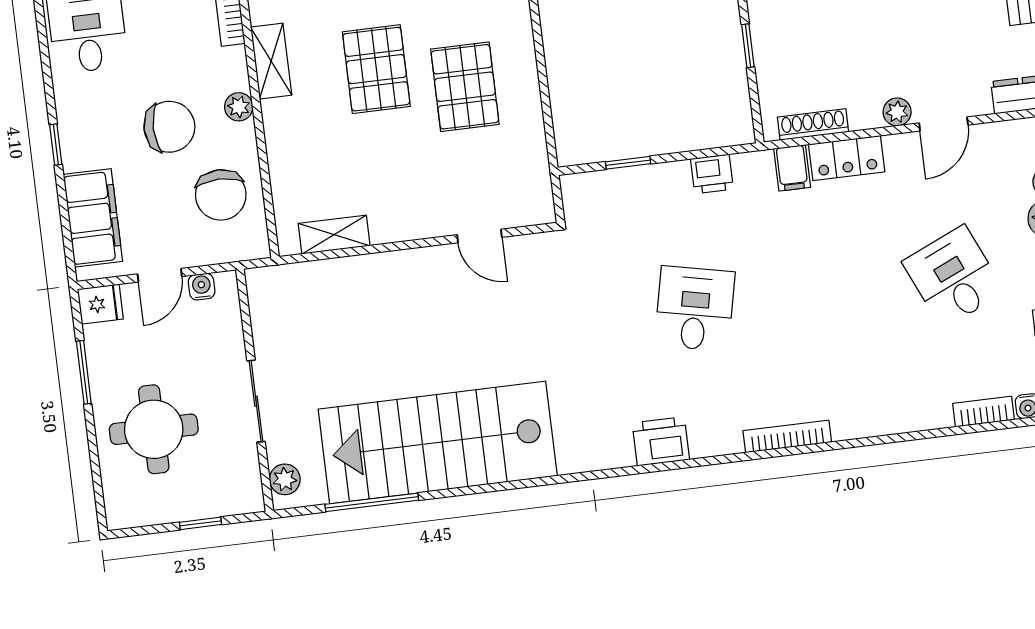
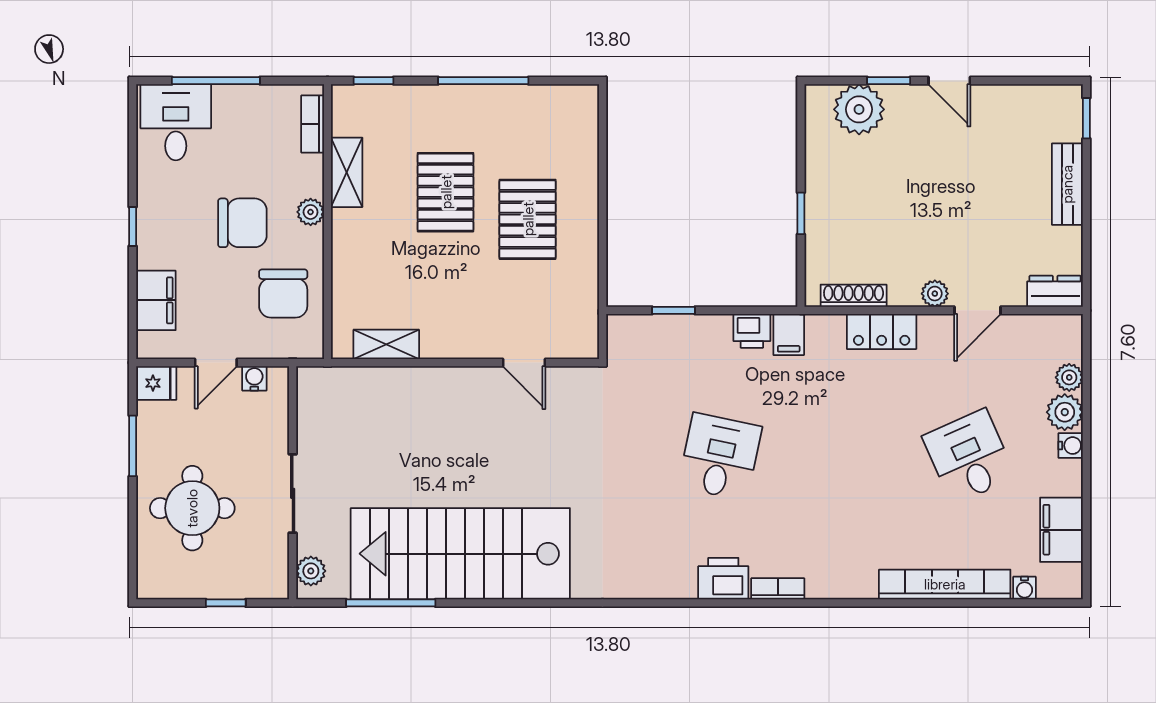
filing cabinet: (792, 168) -> (789, 334), moved
filing cabinet: (93, 218) -> (156, 300), width x0.67, depth x0.86
bookcase: (984, 412) -> (945, 584), width x2.31, depth x1.31
bookcase: (787, 436) -> (778, 589), width x0.64
printer: (661, 441) -> (723, 579), moved

